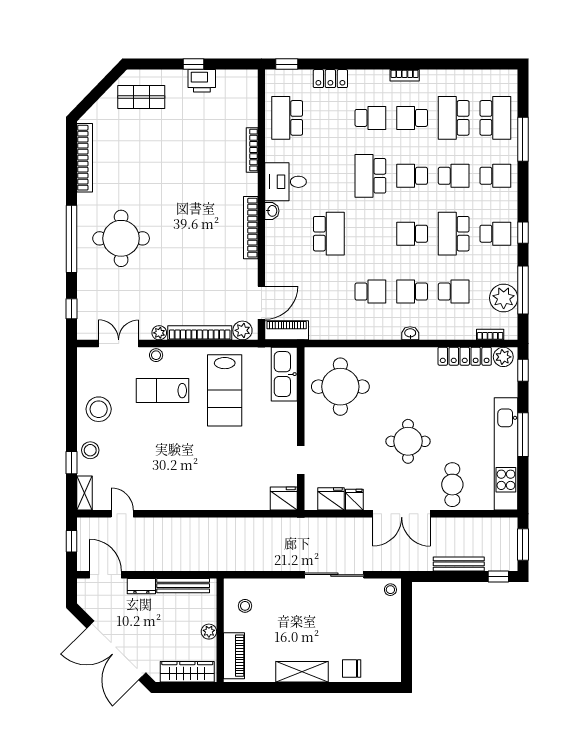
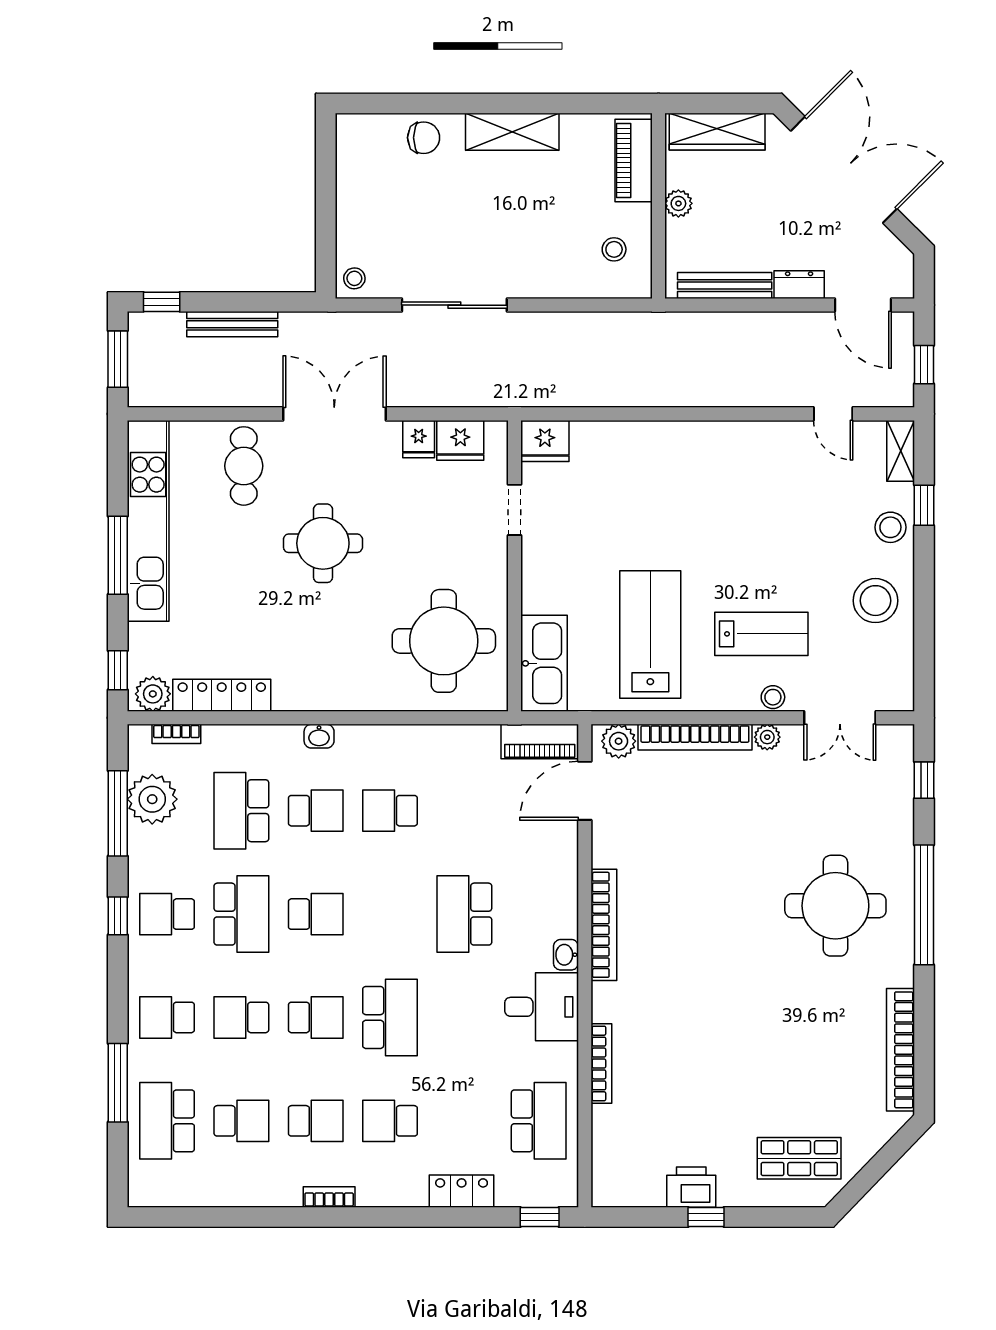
school desk: (454, 118) -> (241, 1121), width x0.54
school desk: (454, 292) -> (241, 811), width x1.85

